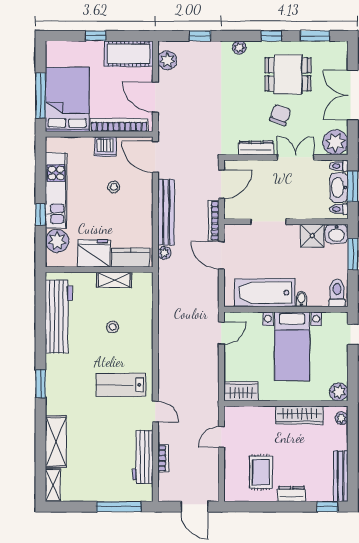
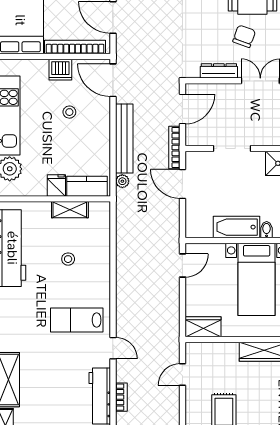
fridge: (94, 253) -> (56, 185), width x0.53, depth x0.75
bathtub: (265, 293) -> (236, 227), width x0.73, depth x0.73

